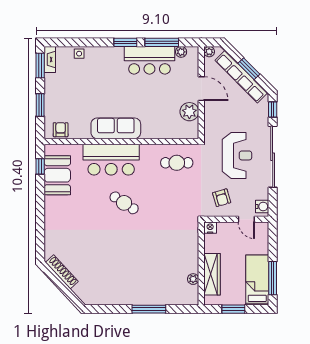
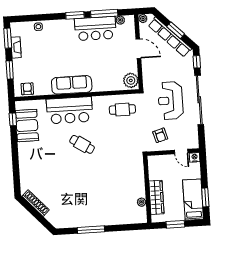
fireplace: (50, 60) -> (16, 47), moved
plant: (189, 112) -> (131, 80), moved
reception desk: (237, 155) -> (171, 101), turned 180
water cooler: (262, 206) -> (193, 140), removed
nightstand: (210, 228) -> (195, 157), moved
window: (273, 278) -> (205, 197), width x0.69
window: (149, 309) -> (91, 230), moved

